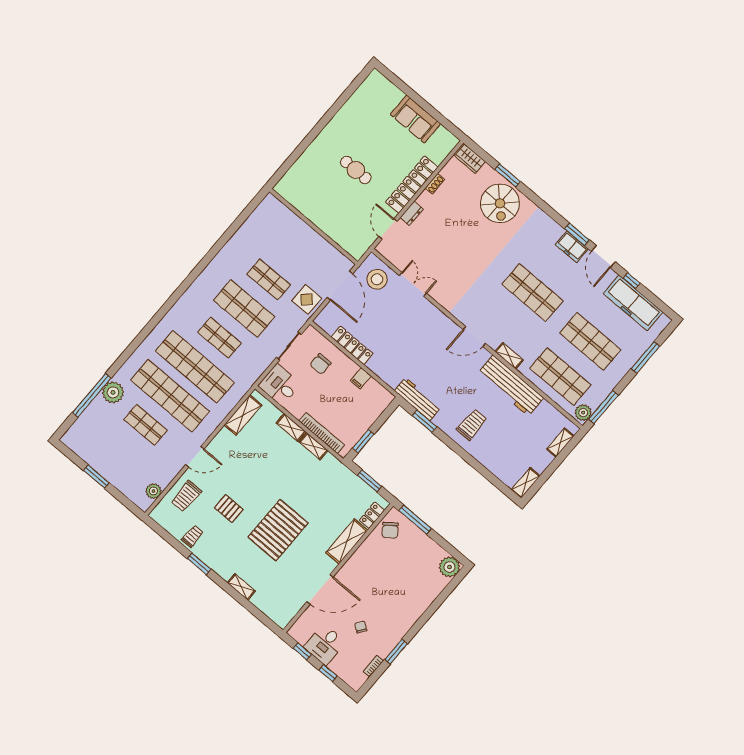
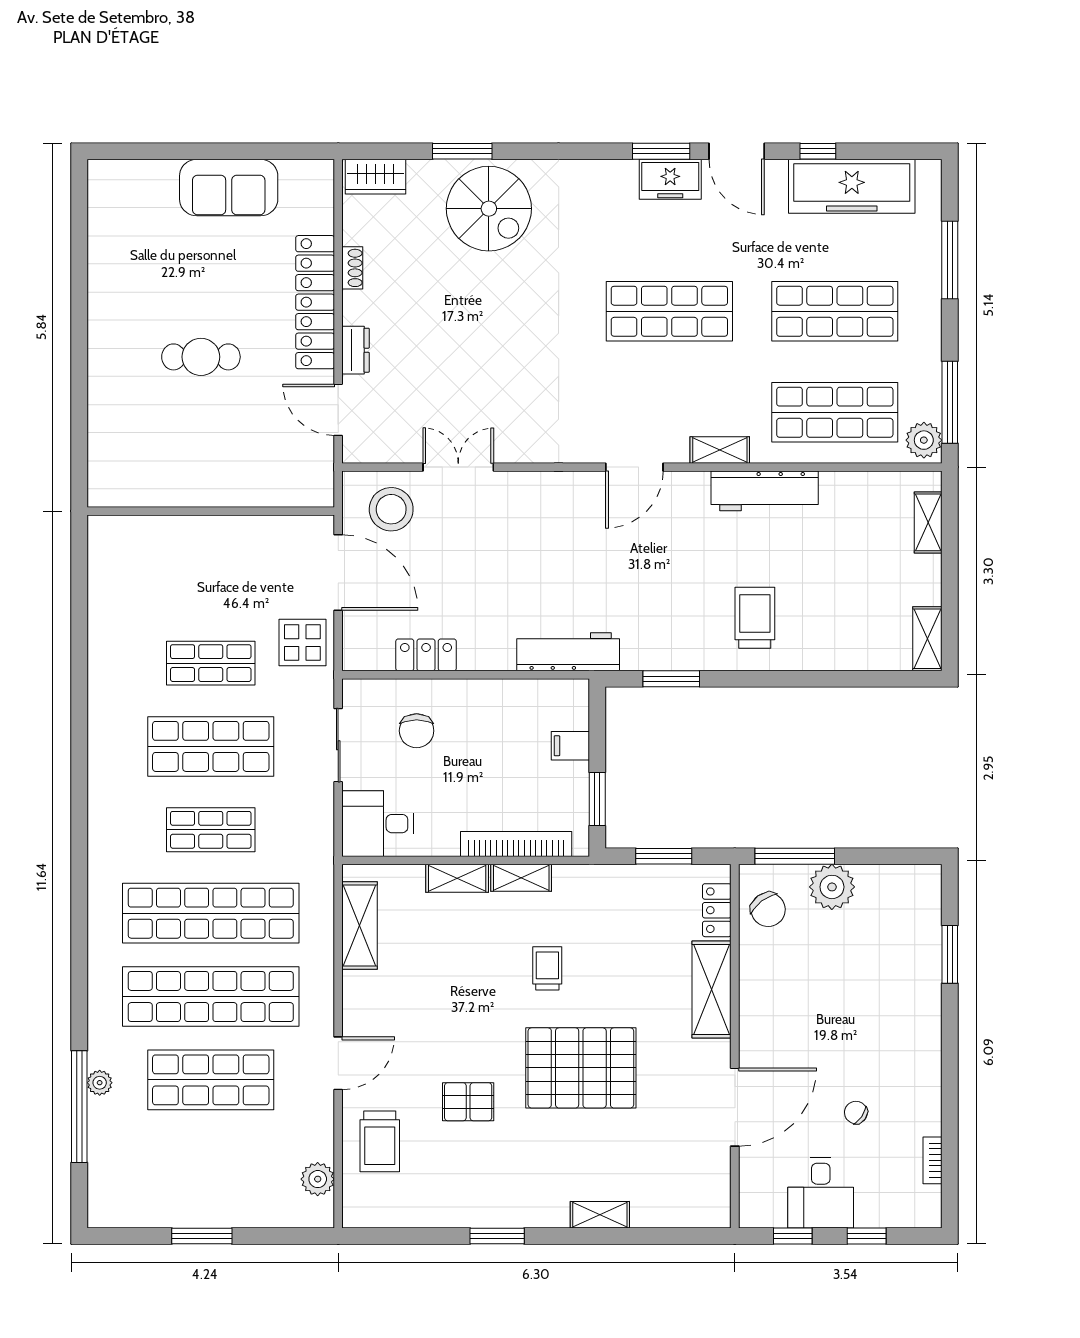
locker: (352, 345) -> (426, 655), width x0.66
filing cabinet: (361, 378) -> (570, 746), moved, turned 90
workbench: (511, 386) -> (765, 491), width x0.73, depth x0.76
plant: (113, 392) -> (100, 1083), width x0.53, depth x0.53
workbench: (418, 399) -> (568, 652), moved
shop shelf: (145, 425) -> (211, 1080), width x1.43, depth x1.36
pallet: (278, 530) -> (581, 1068), turned 90
trolley: (192, 536) -> (547, 968), moved
plant: (449, 567) -> (832, 887), moved
window: (396, 652) -> (950, 954), moved

